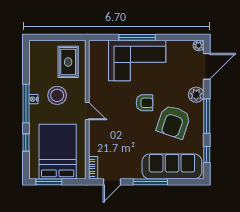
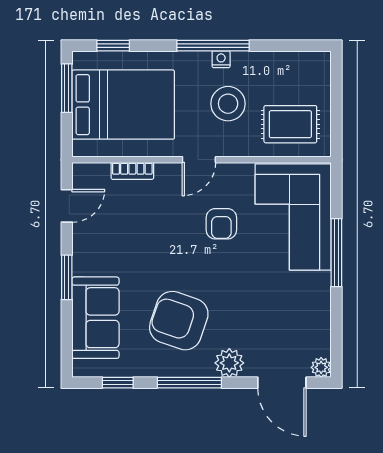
corner sofa: (137, 60) -> (293, 217), moved
armchair: (145, 103) -> (221, 224), moved
window: (26, 143) -> (113, 46), moved
sofa: (172, 166) -> (95, 318), width x0.73
bookcase: (93, 168) -> (132, 171), moved
door: (112, 182) -> (67, 206), swing flipped
window: (150, 182) -> (67, 277), width x0.69

